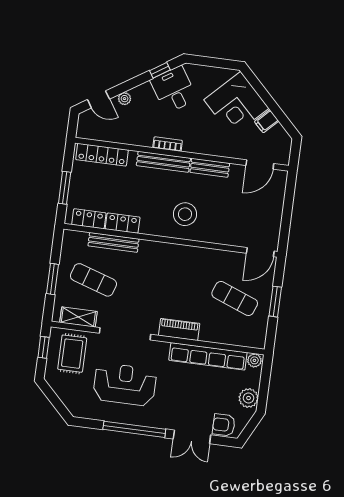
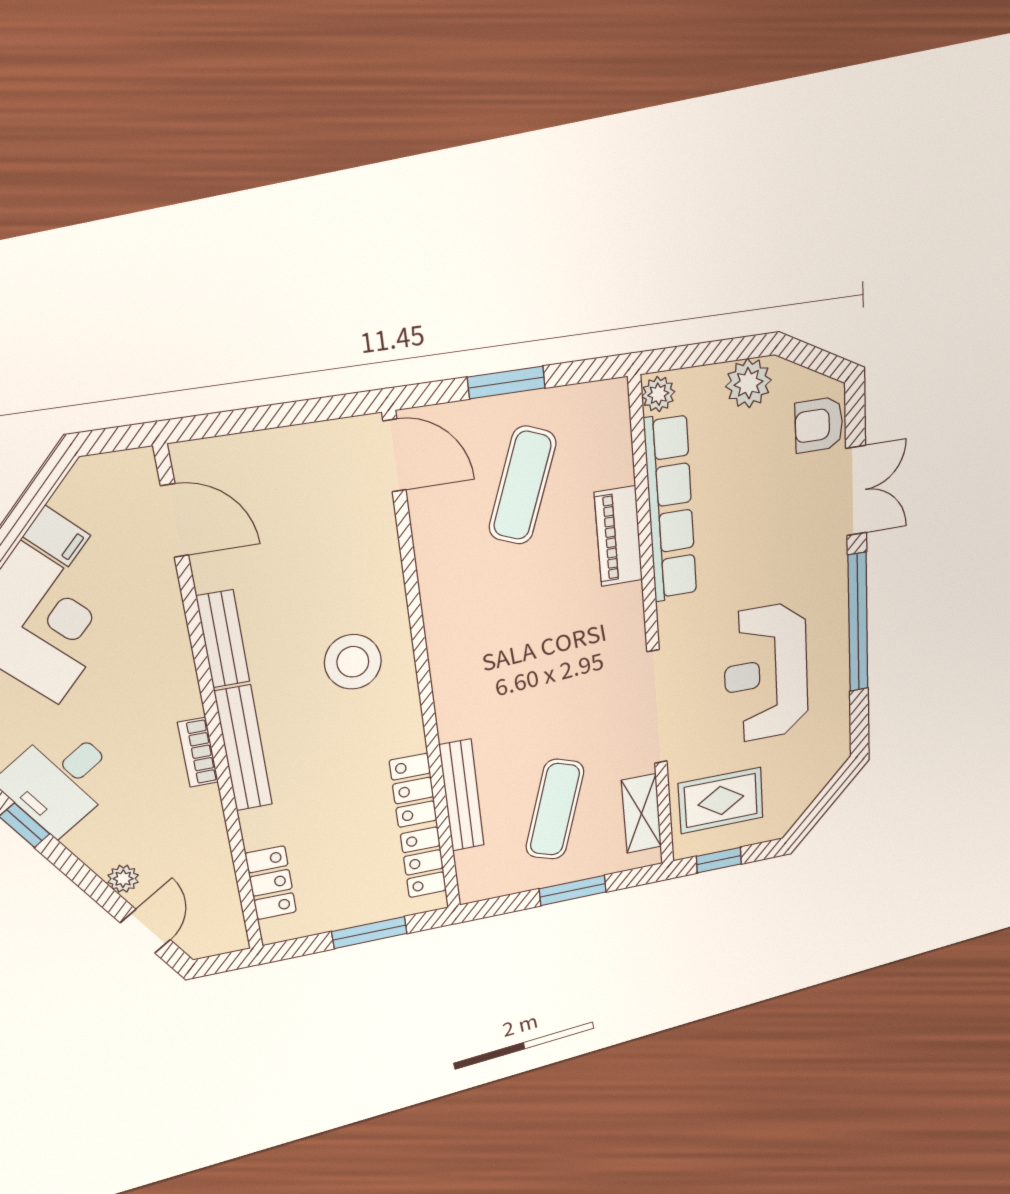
locker: (102, 155) -> (271, 883), width x0.66
piano: (179, 329) -> (618, 536), moved
armchair: (224, 425) -> (819, 425), turned 90

